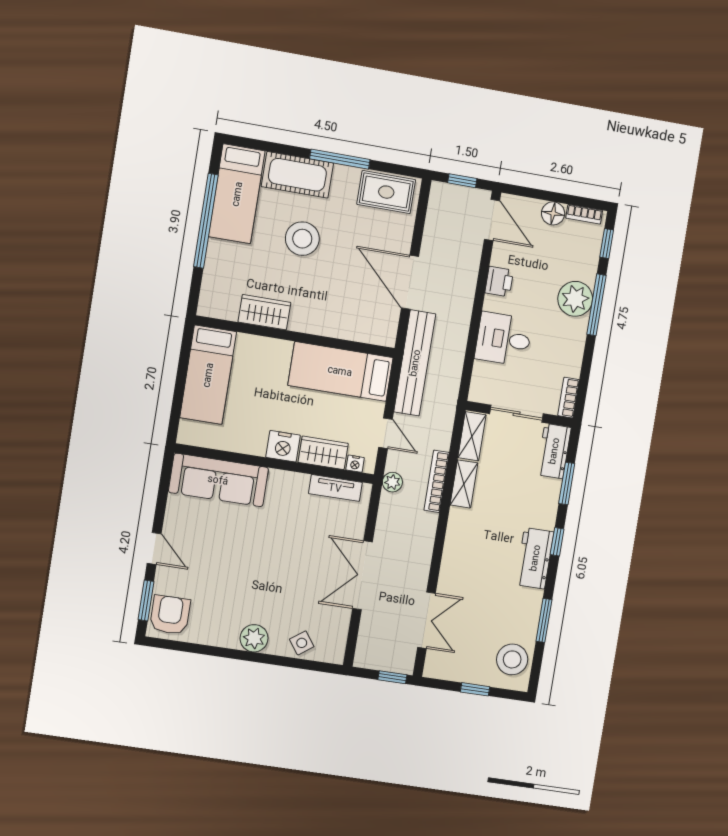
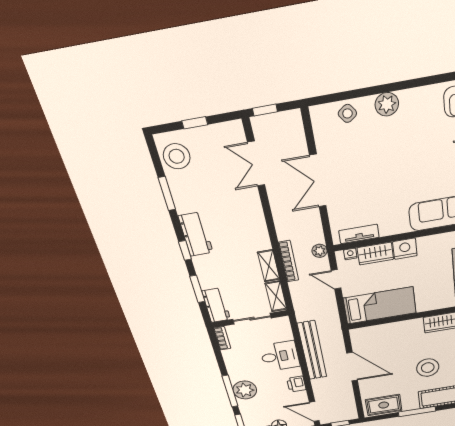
bench: (415, 363) -> (312, 351), moved
double door: (362, 575) -> (318, 181), swing flipped

